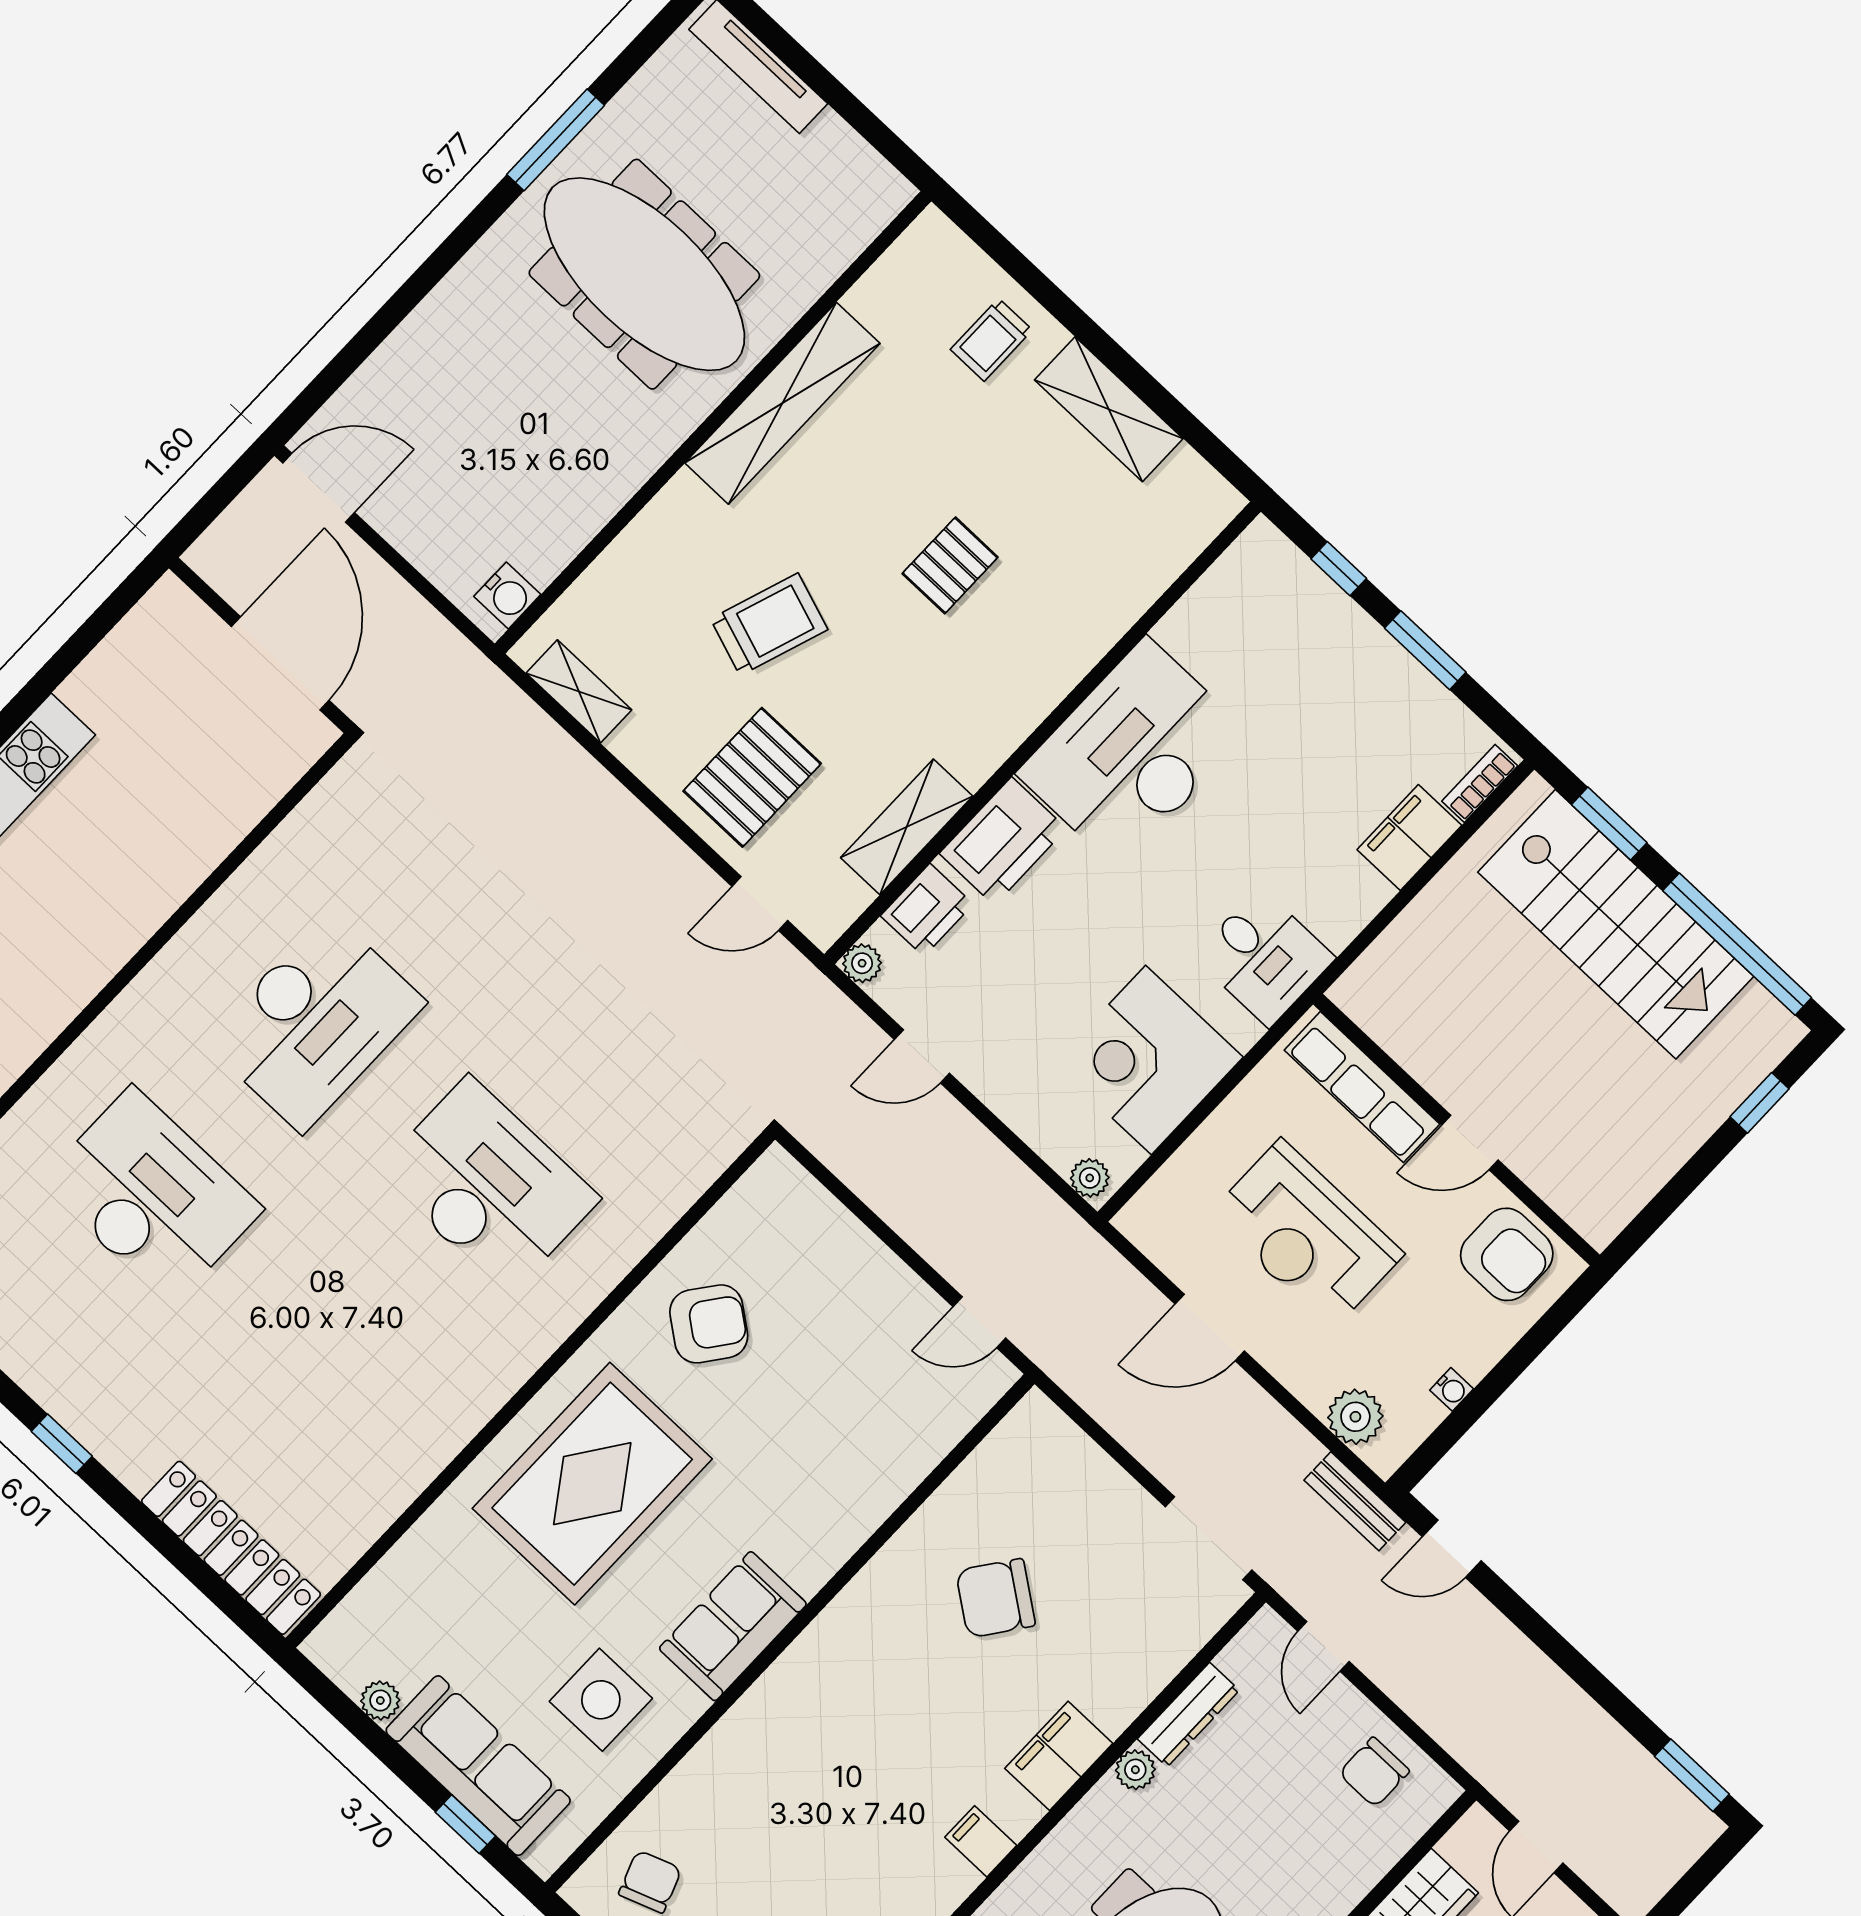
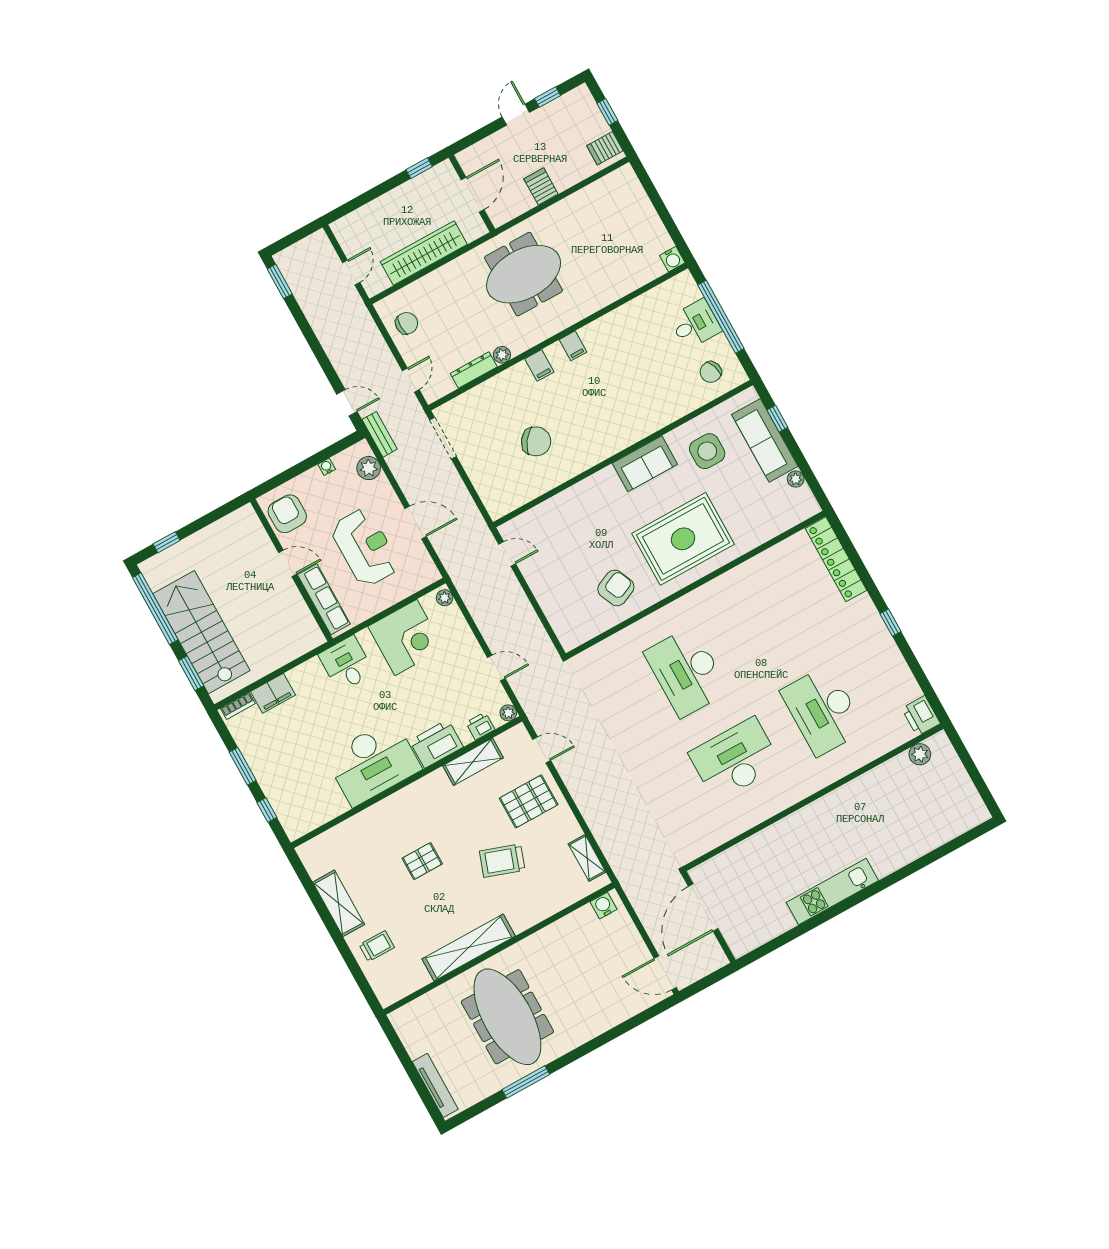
printer: (927, 910) -> (480, 726), width x0.73, depth x0.81
armchair: (709, 1324) -> (616, 588), turned 119
filing cabinet: (1059, 1756) -> (539, 365), width x0.50

